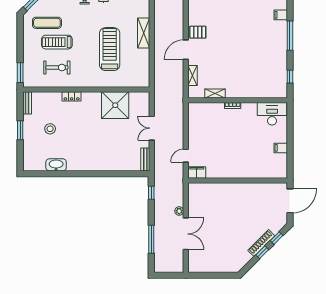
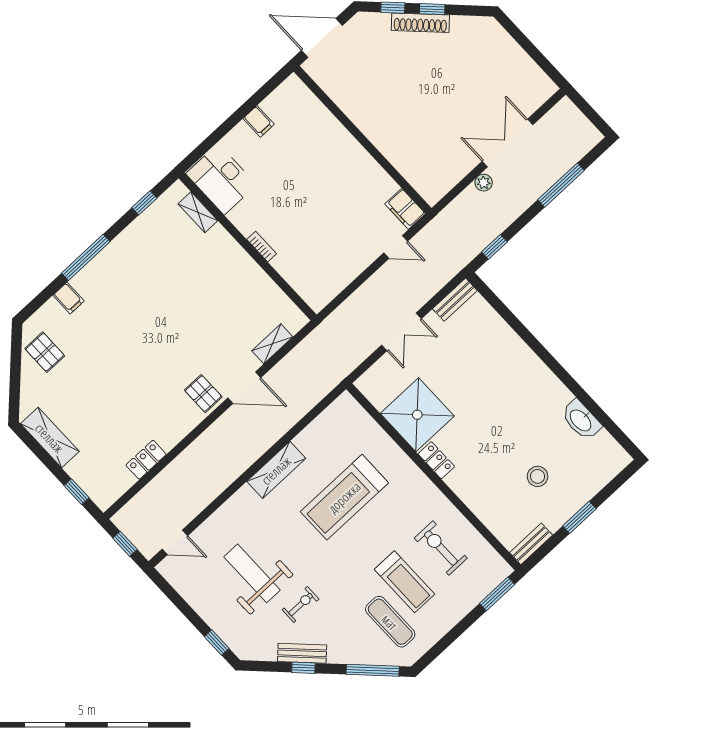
shelving: (215, 93) -> (198, 212), moved
locker: (72, 96) -> (436, 460), moved

